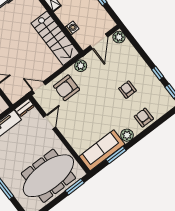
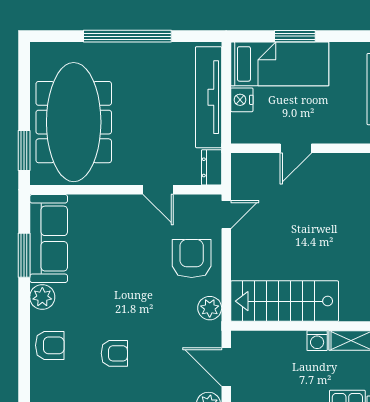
washing machine: (72, 28) -> (317, 341), moved

